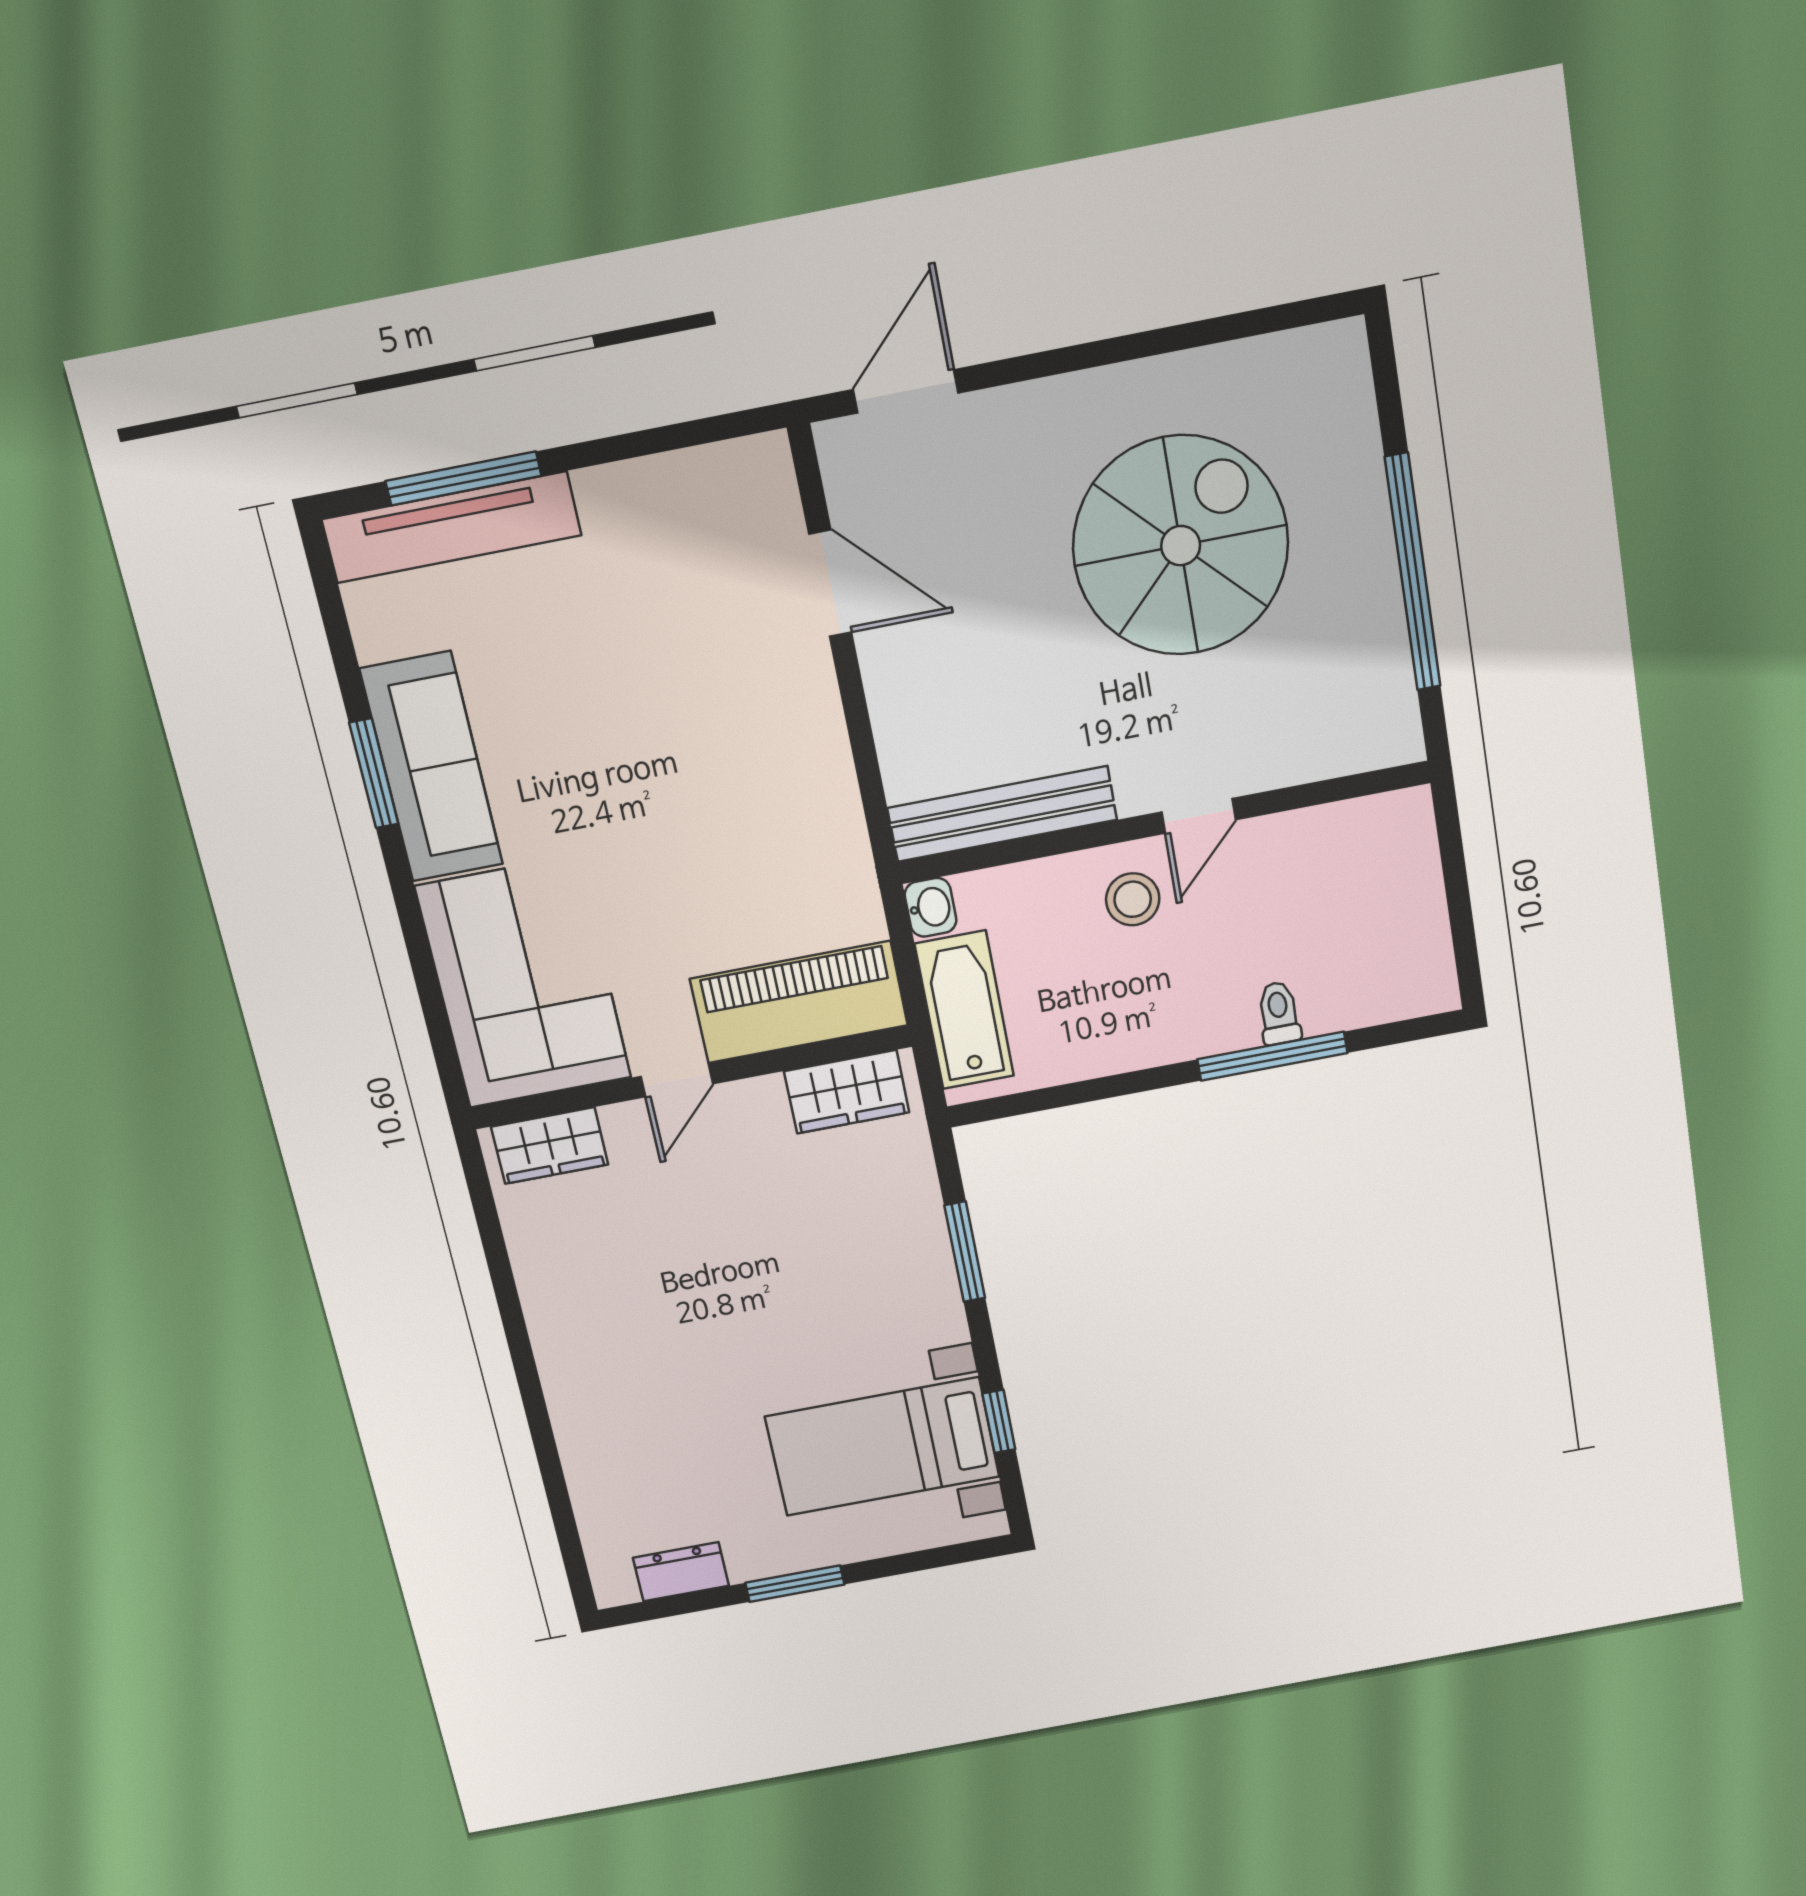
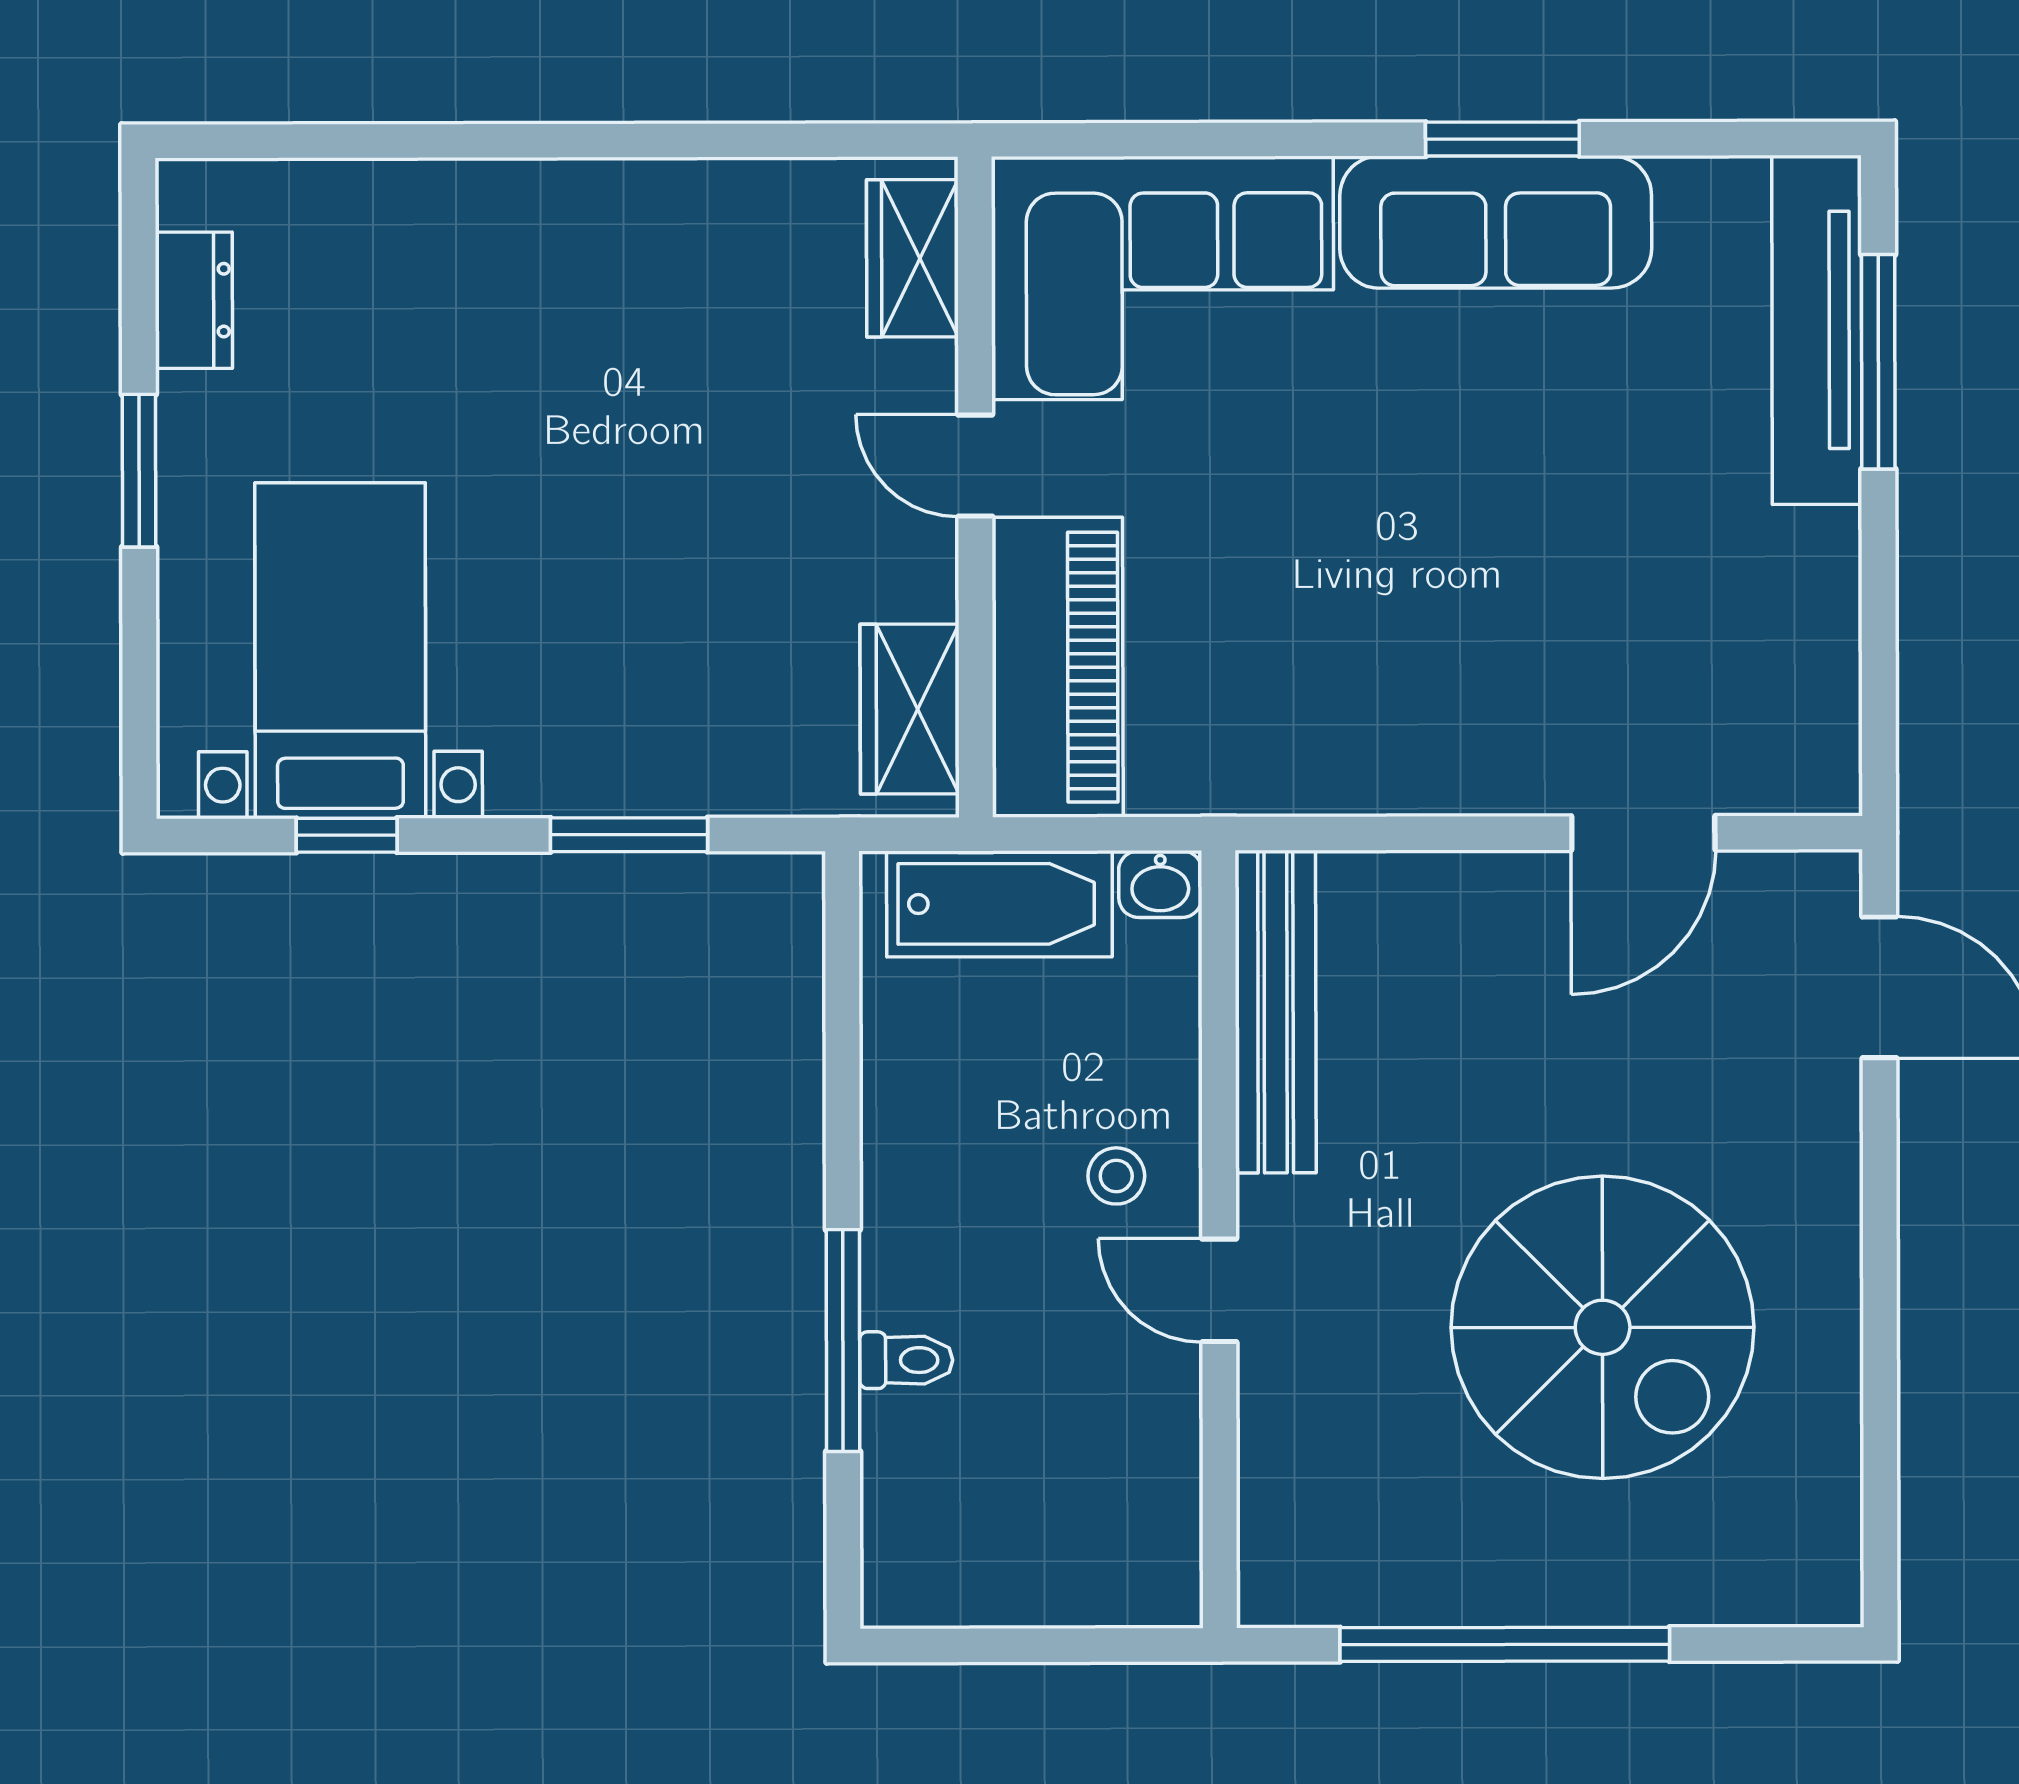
stool: (1133, 899) -> (1116, 1176), width x0.73, depth x0.73

